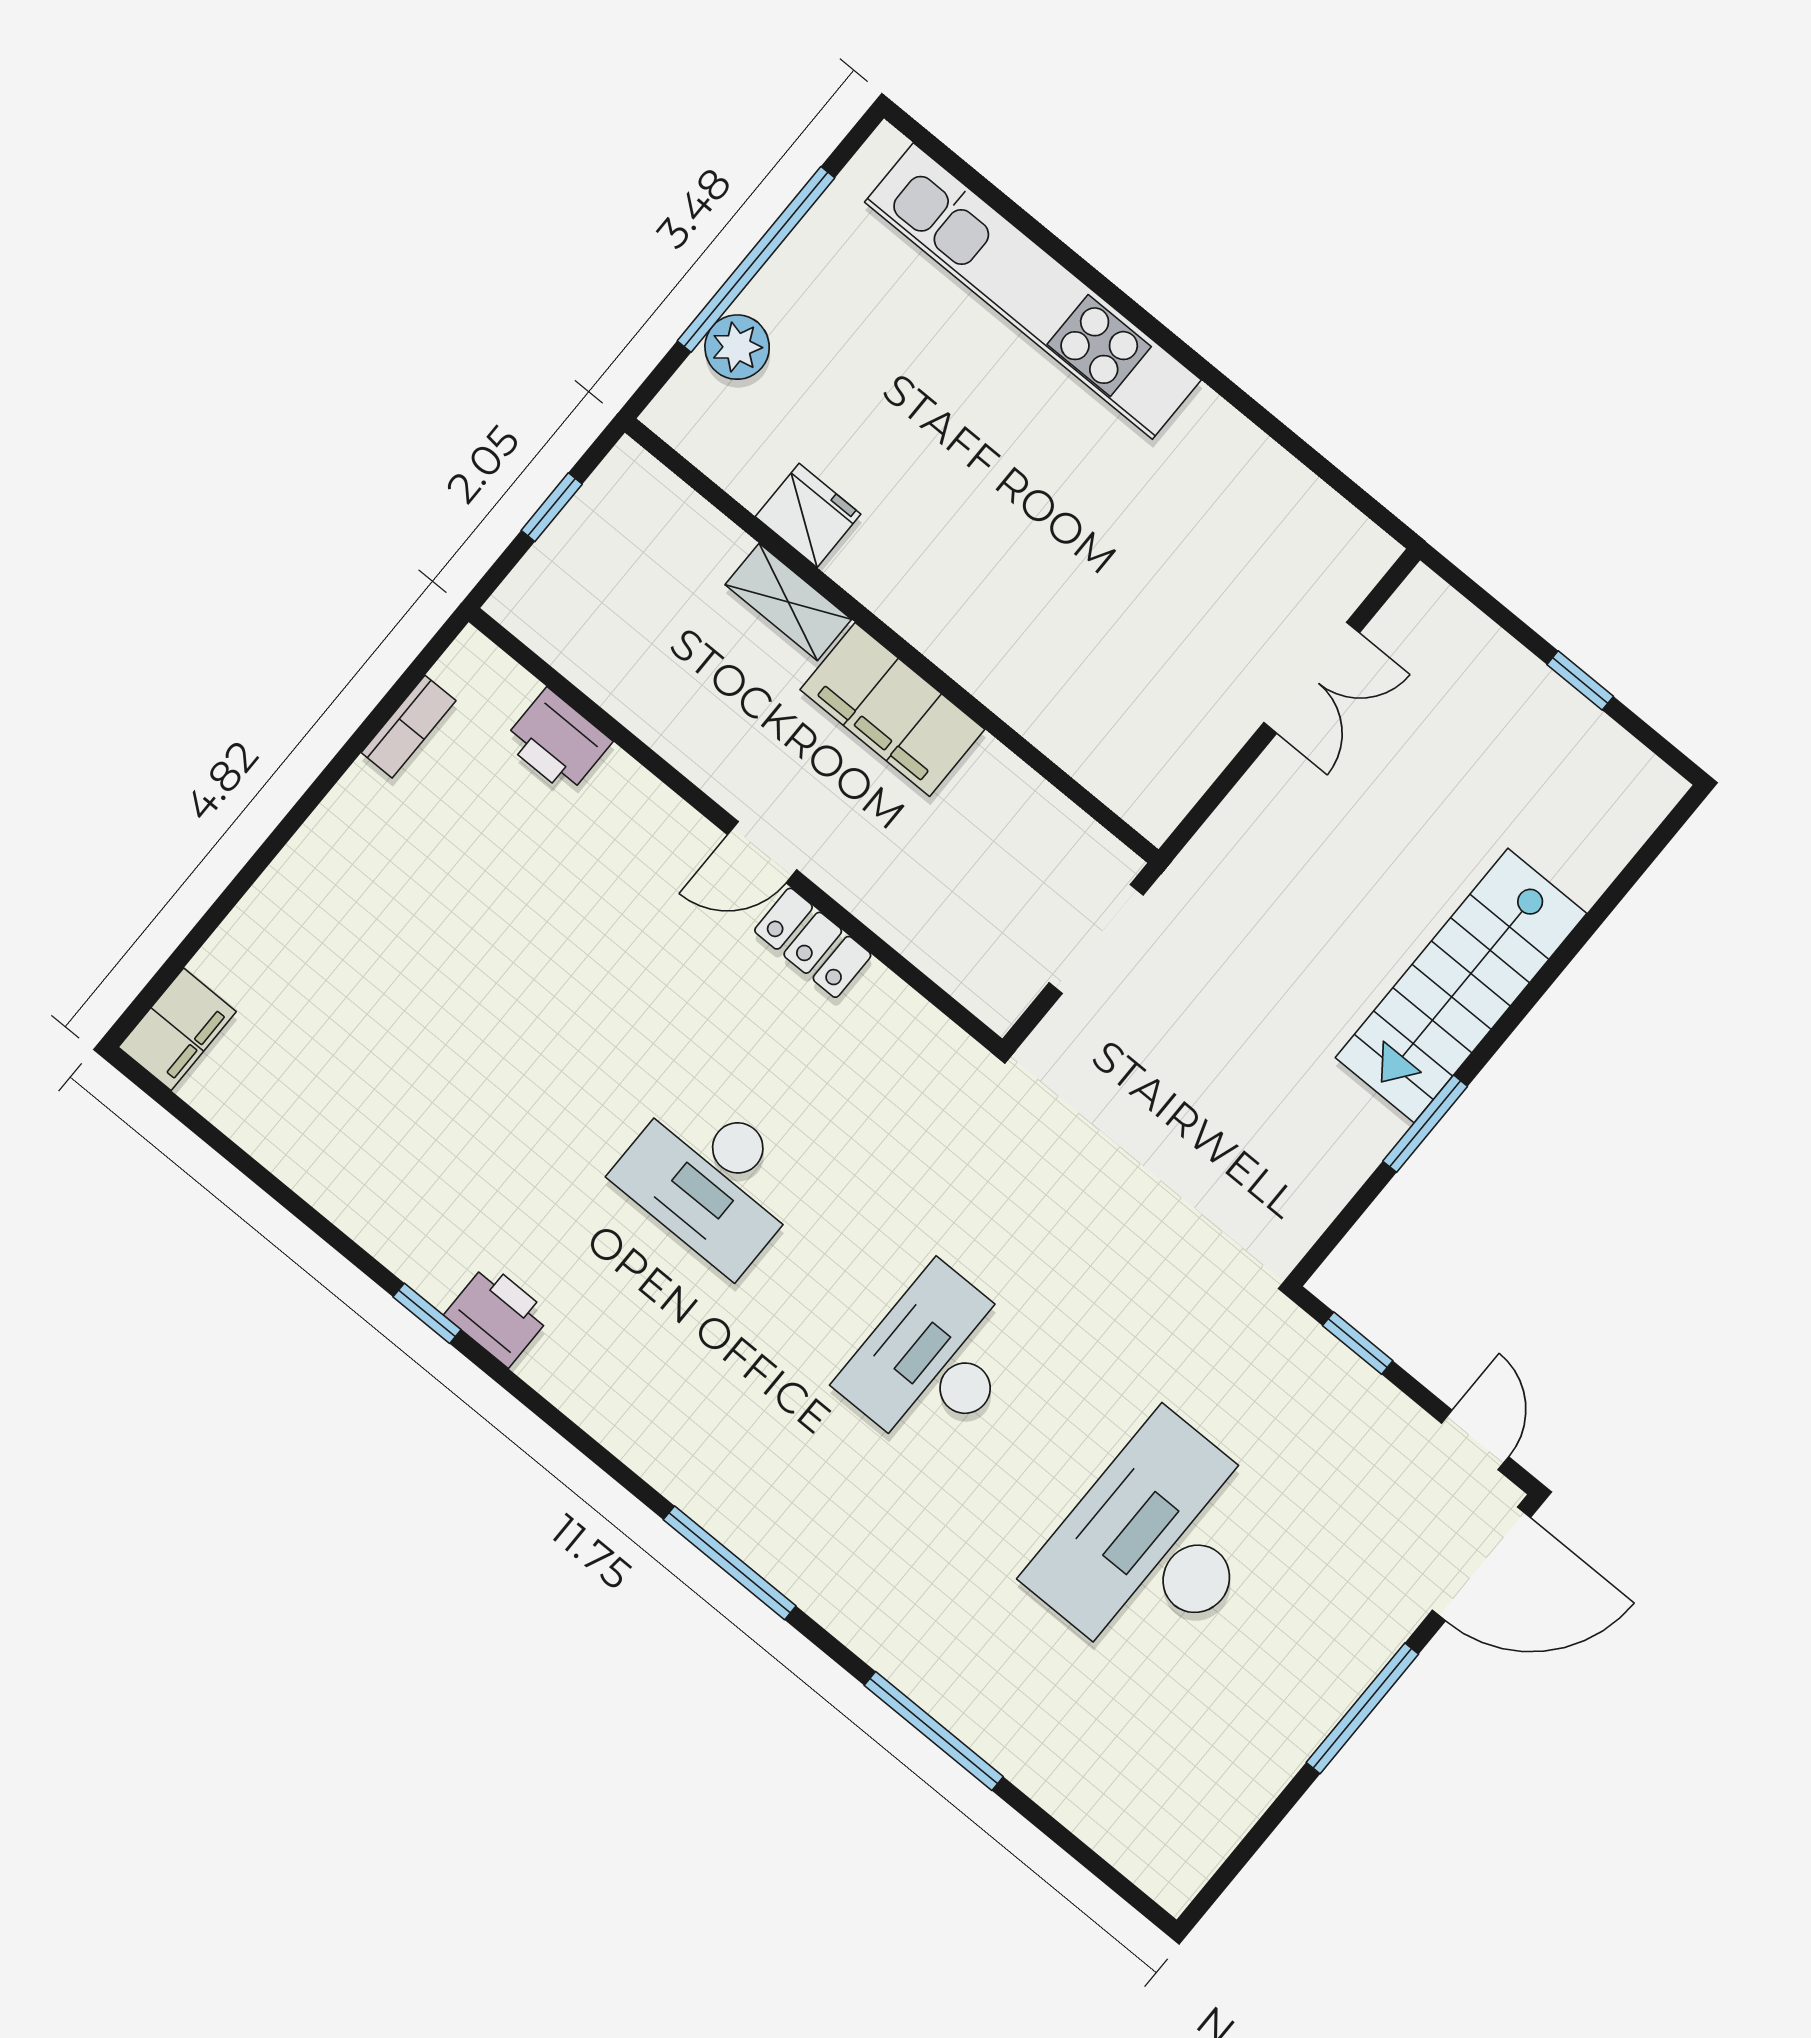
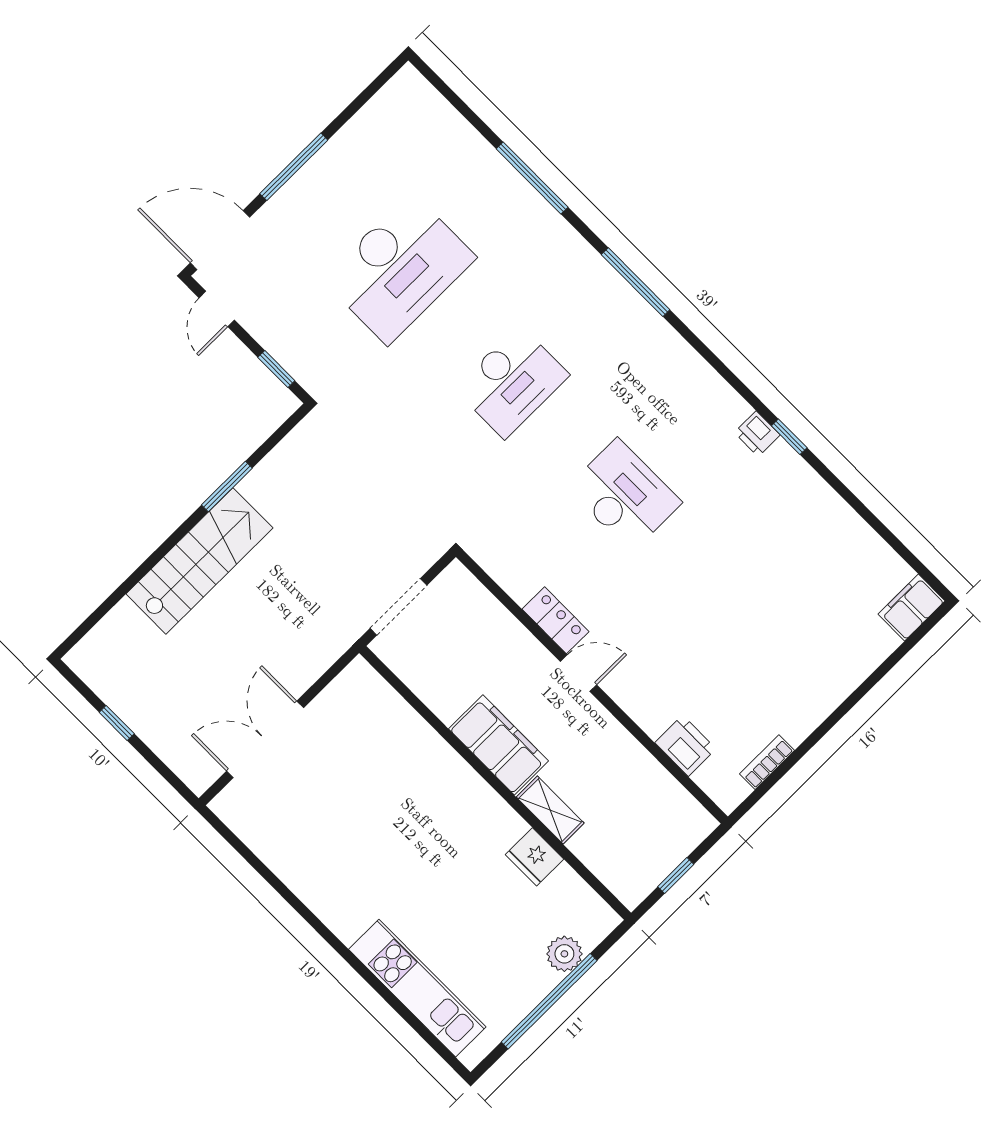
kitchen unit: (1033, 291) -> (417, 988), width x0.73
double door: (1312, 678) -> (265, 739), width x1.37
printer: (498, 1315) -> (757, 434), width x0.73, depth x0.81

